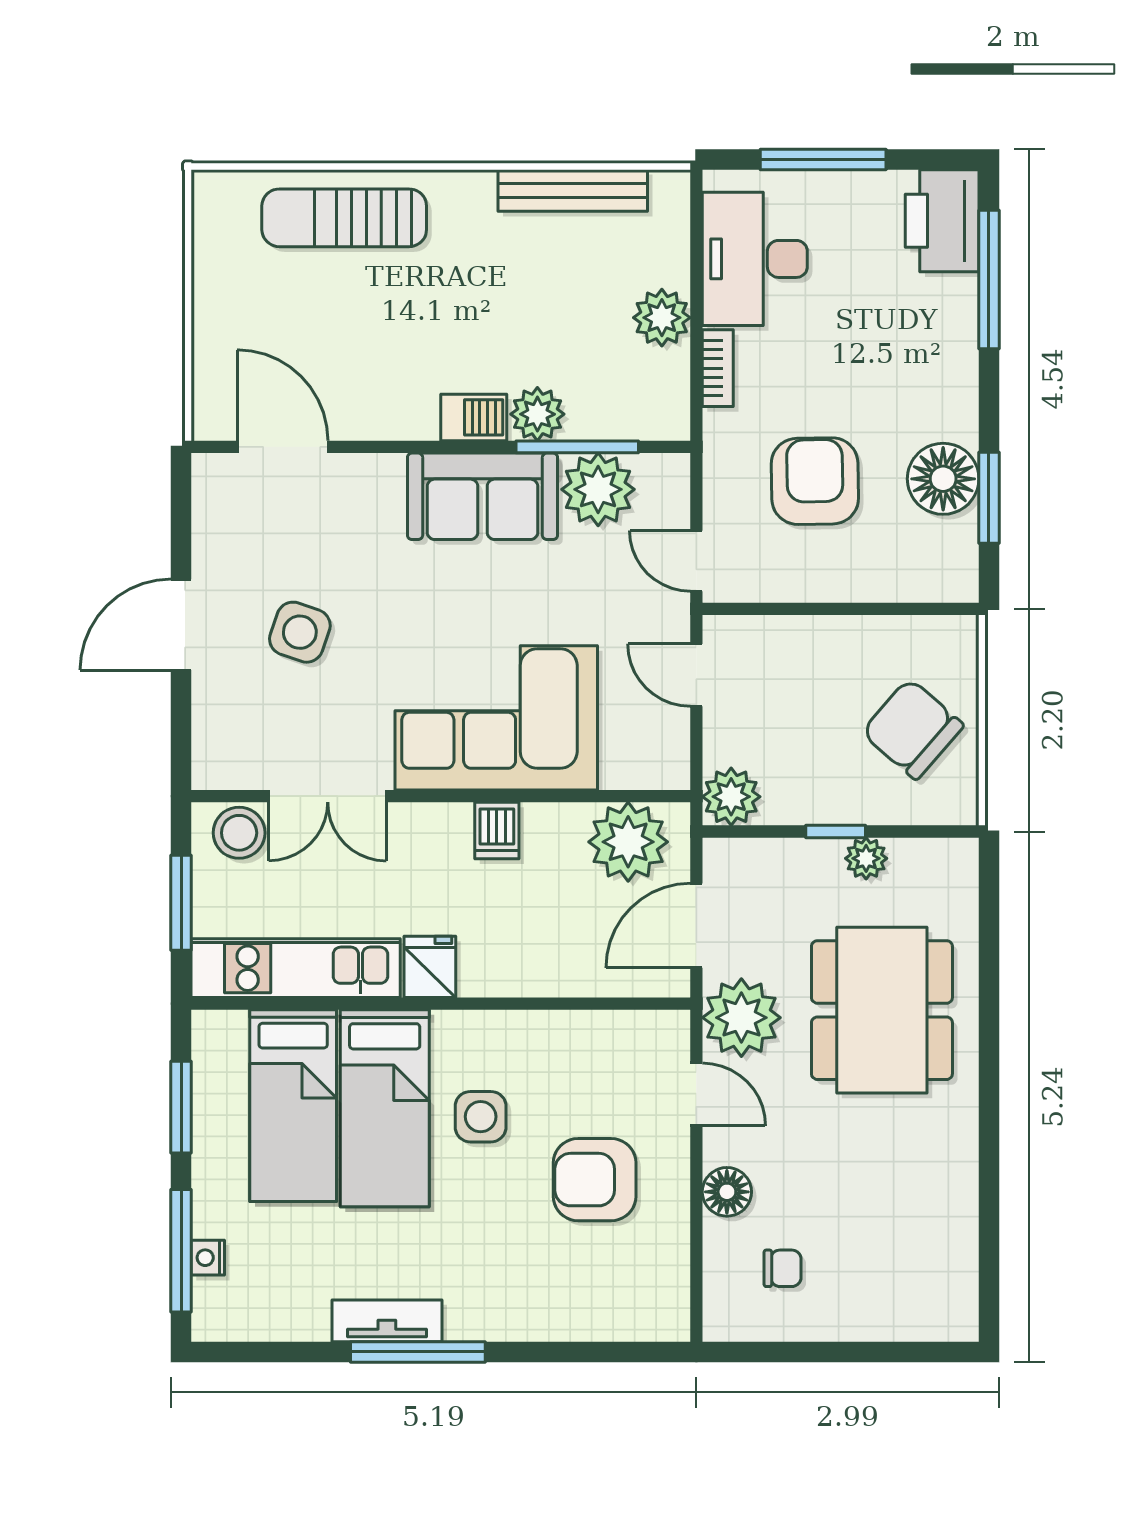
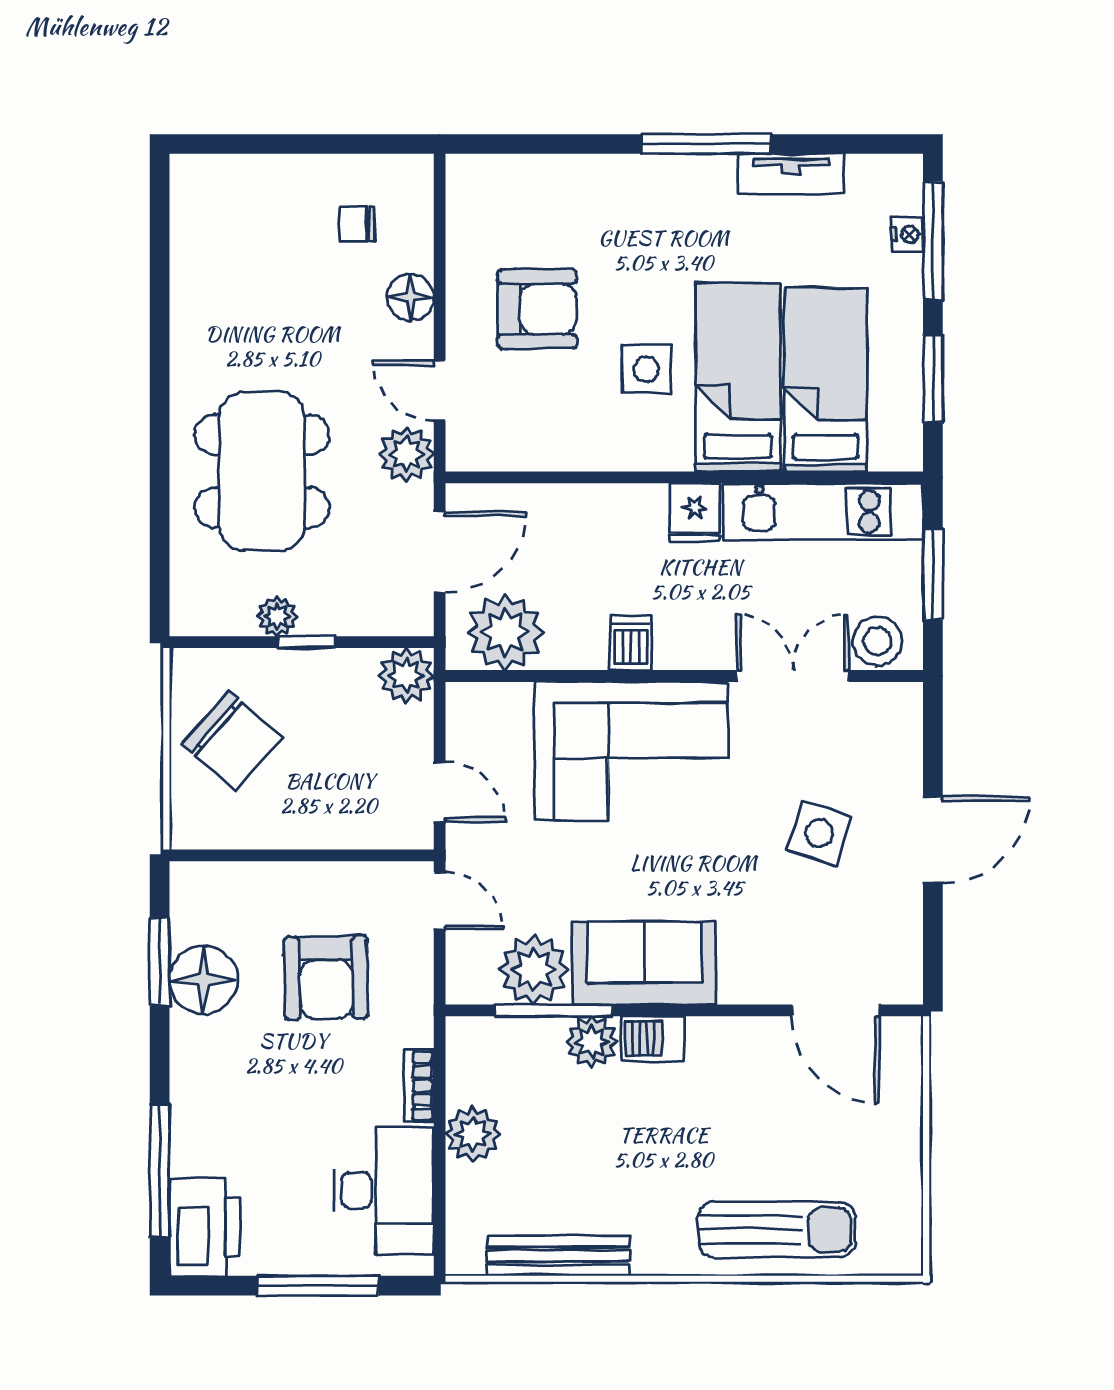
plant: (741, 1018) -> (406, 454), width x0.73, depth x0.73
tv unit: (387, 1321) -> (791, 174), moved

